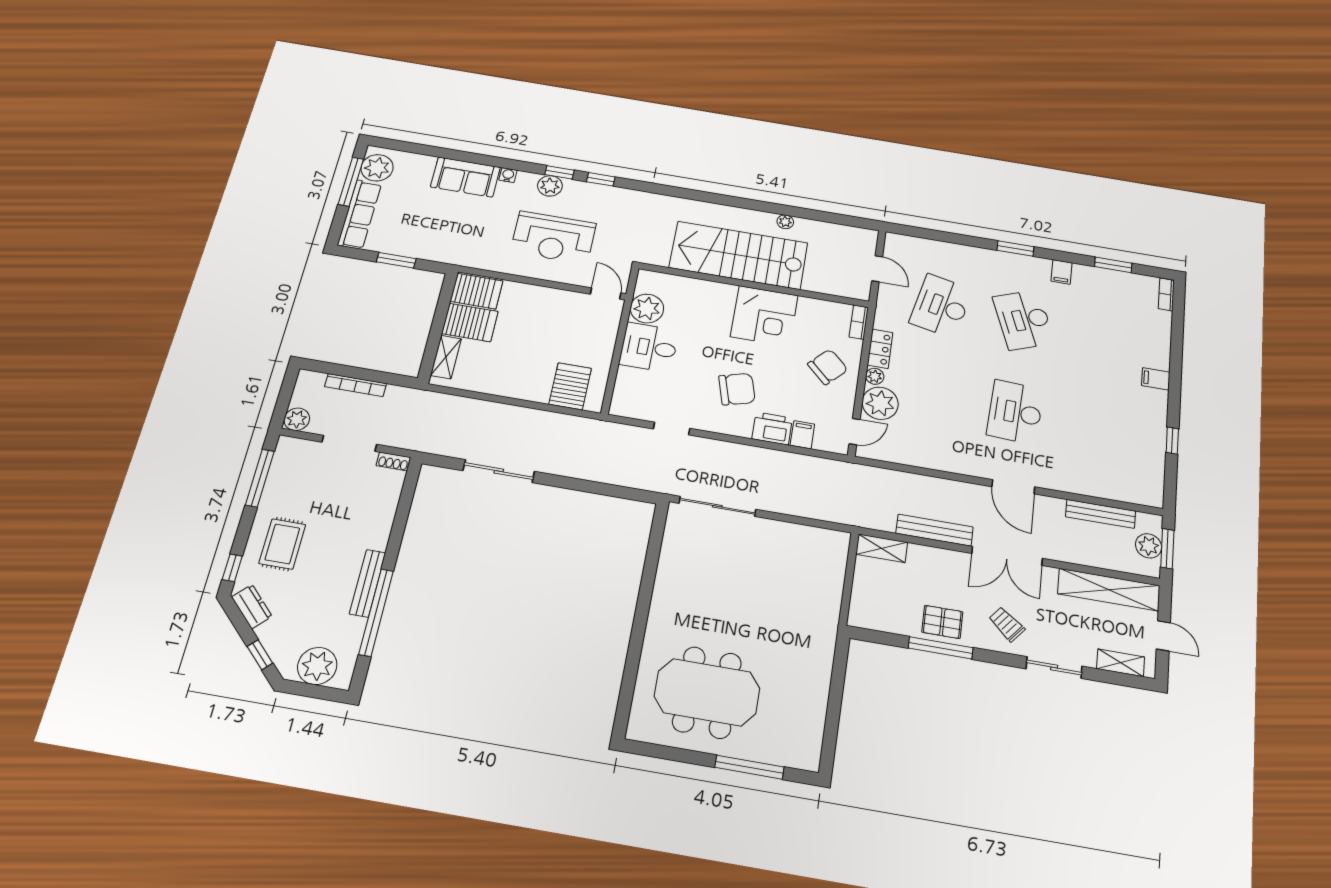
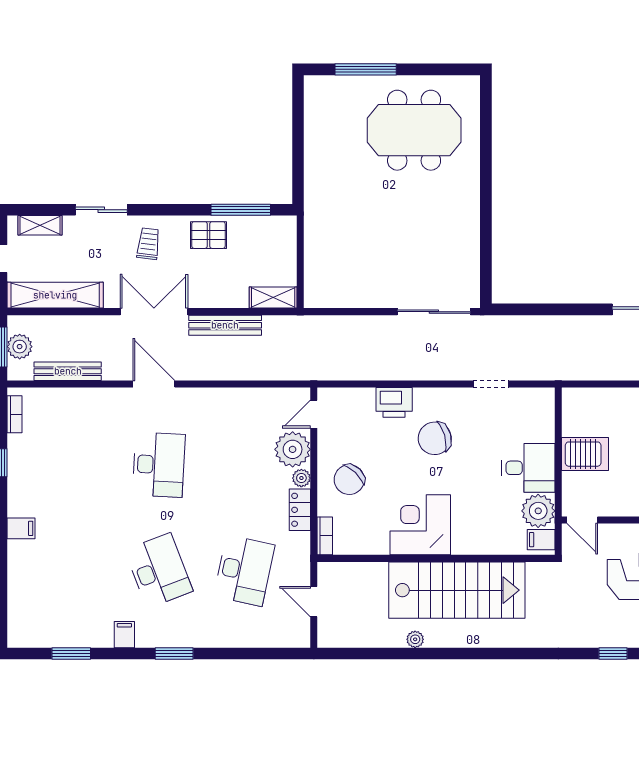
bookcase: (1166, 294) -> (15, 414), moved
server rack: (570, 386) -> (585, 454), moved, turned -90
filing cabinet: (802, 435) -> (541, 540), moved, turned 90
trolley: (1007, 624) -> (148, 244), turned -122
window: (941, 648) -> (241, 210), moved

